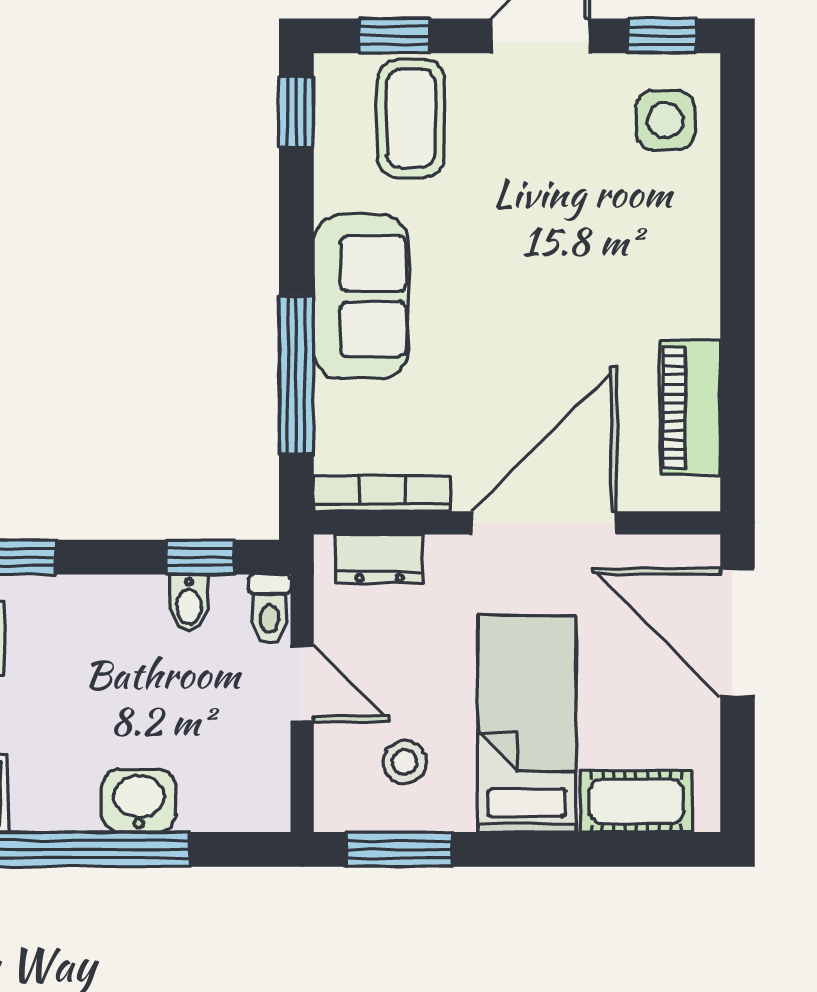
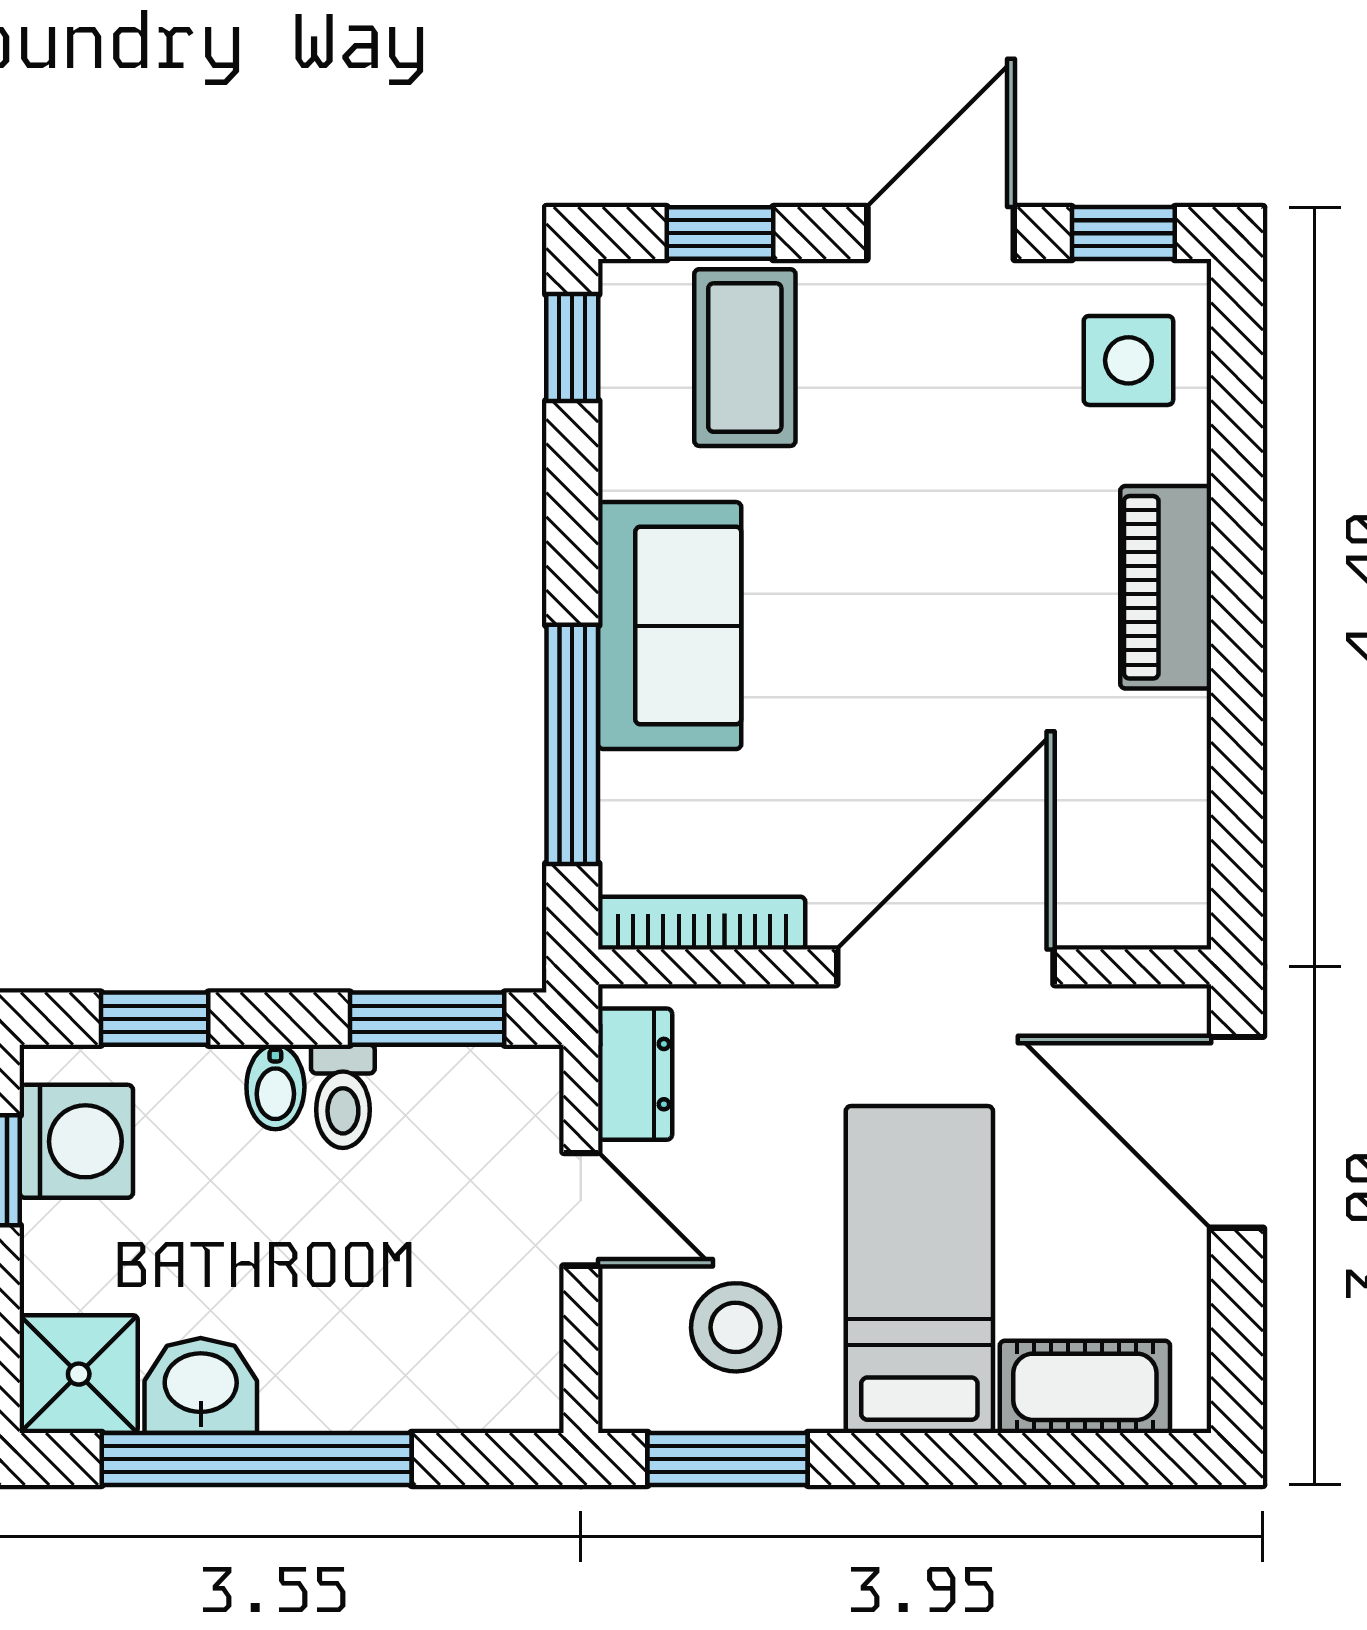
piano: (690, 407) -> (1166, 587), moved
window: (200, 557) -> (427, 1019), width x1.50
dresser: (379, 559) -> (635, 1074), moved, turned -90
bidet: (189, 603) -> (275, 1087), moved
toilet: (270, 609) -> (343, 1096), moved
stool: (405, 762) -> (736, 1327), width x1.37, depth x1.37
washbasin: (139, 801) -> (201, 1385), moved

